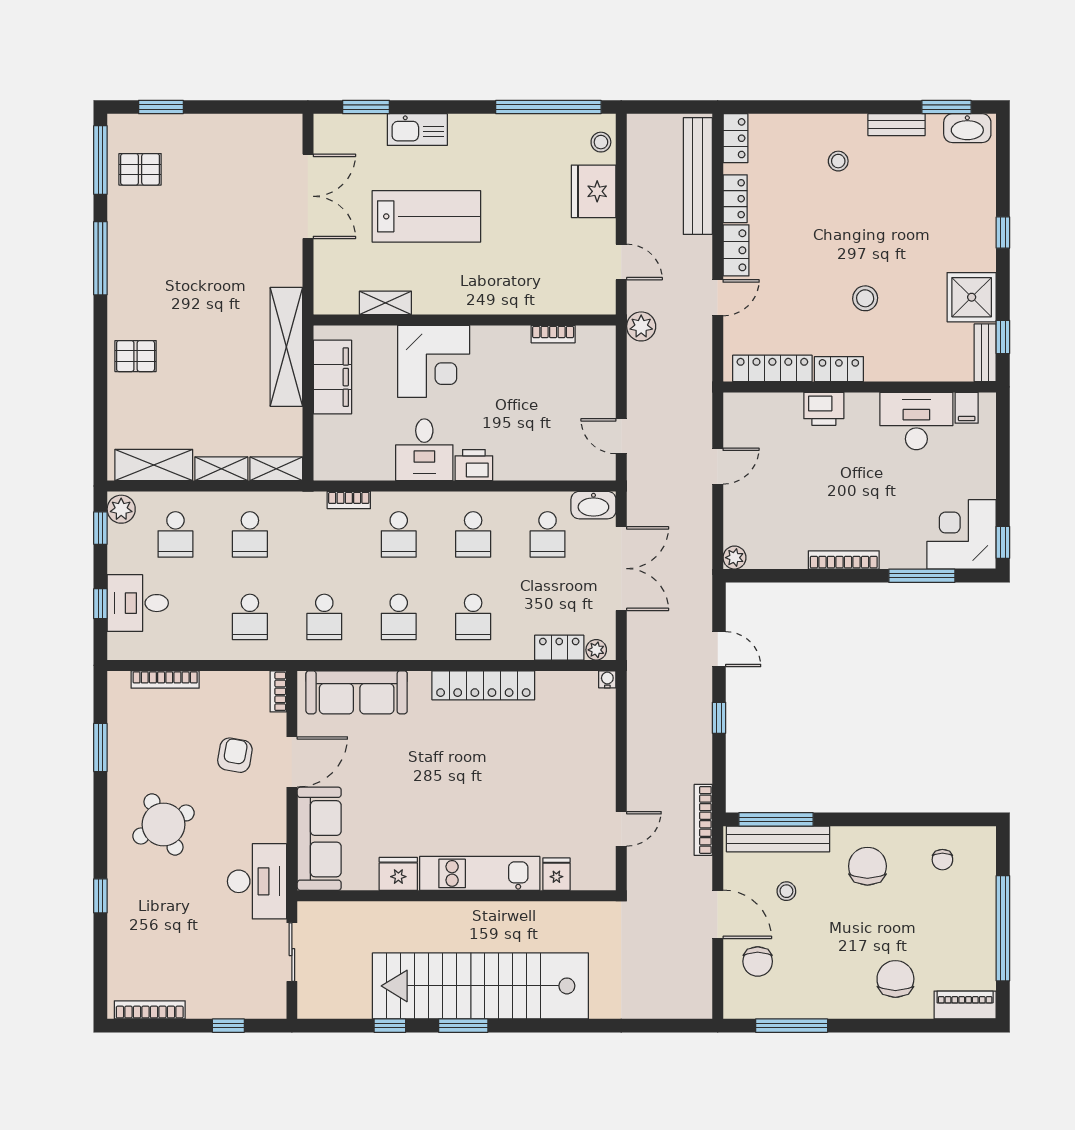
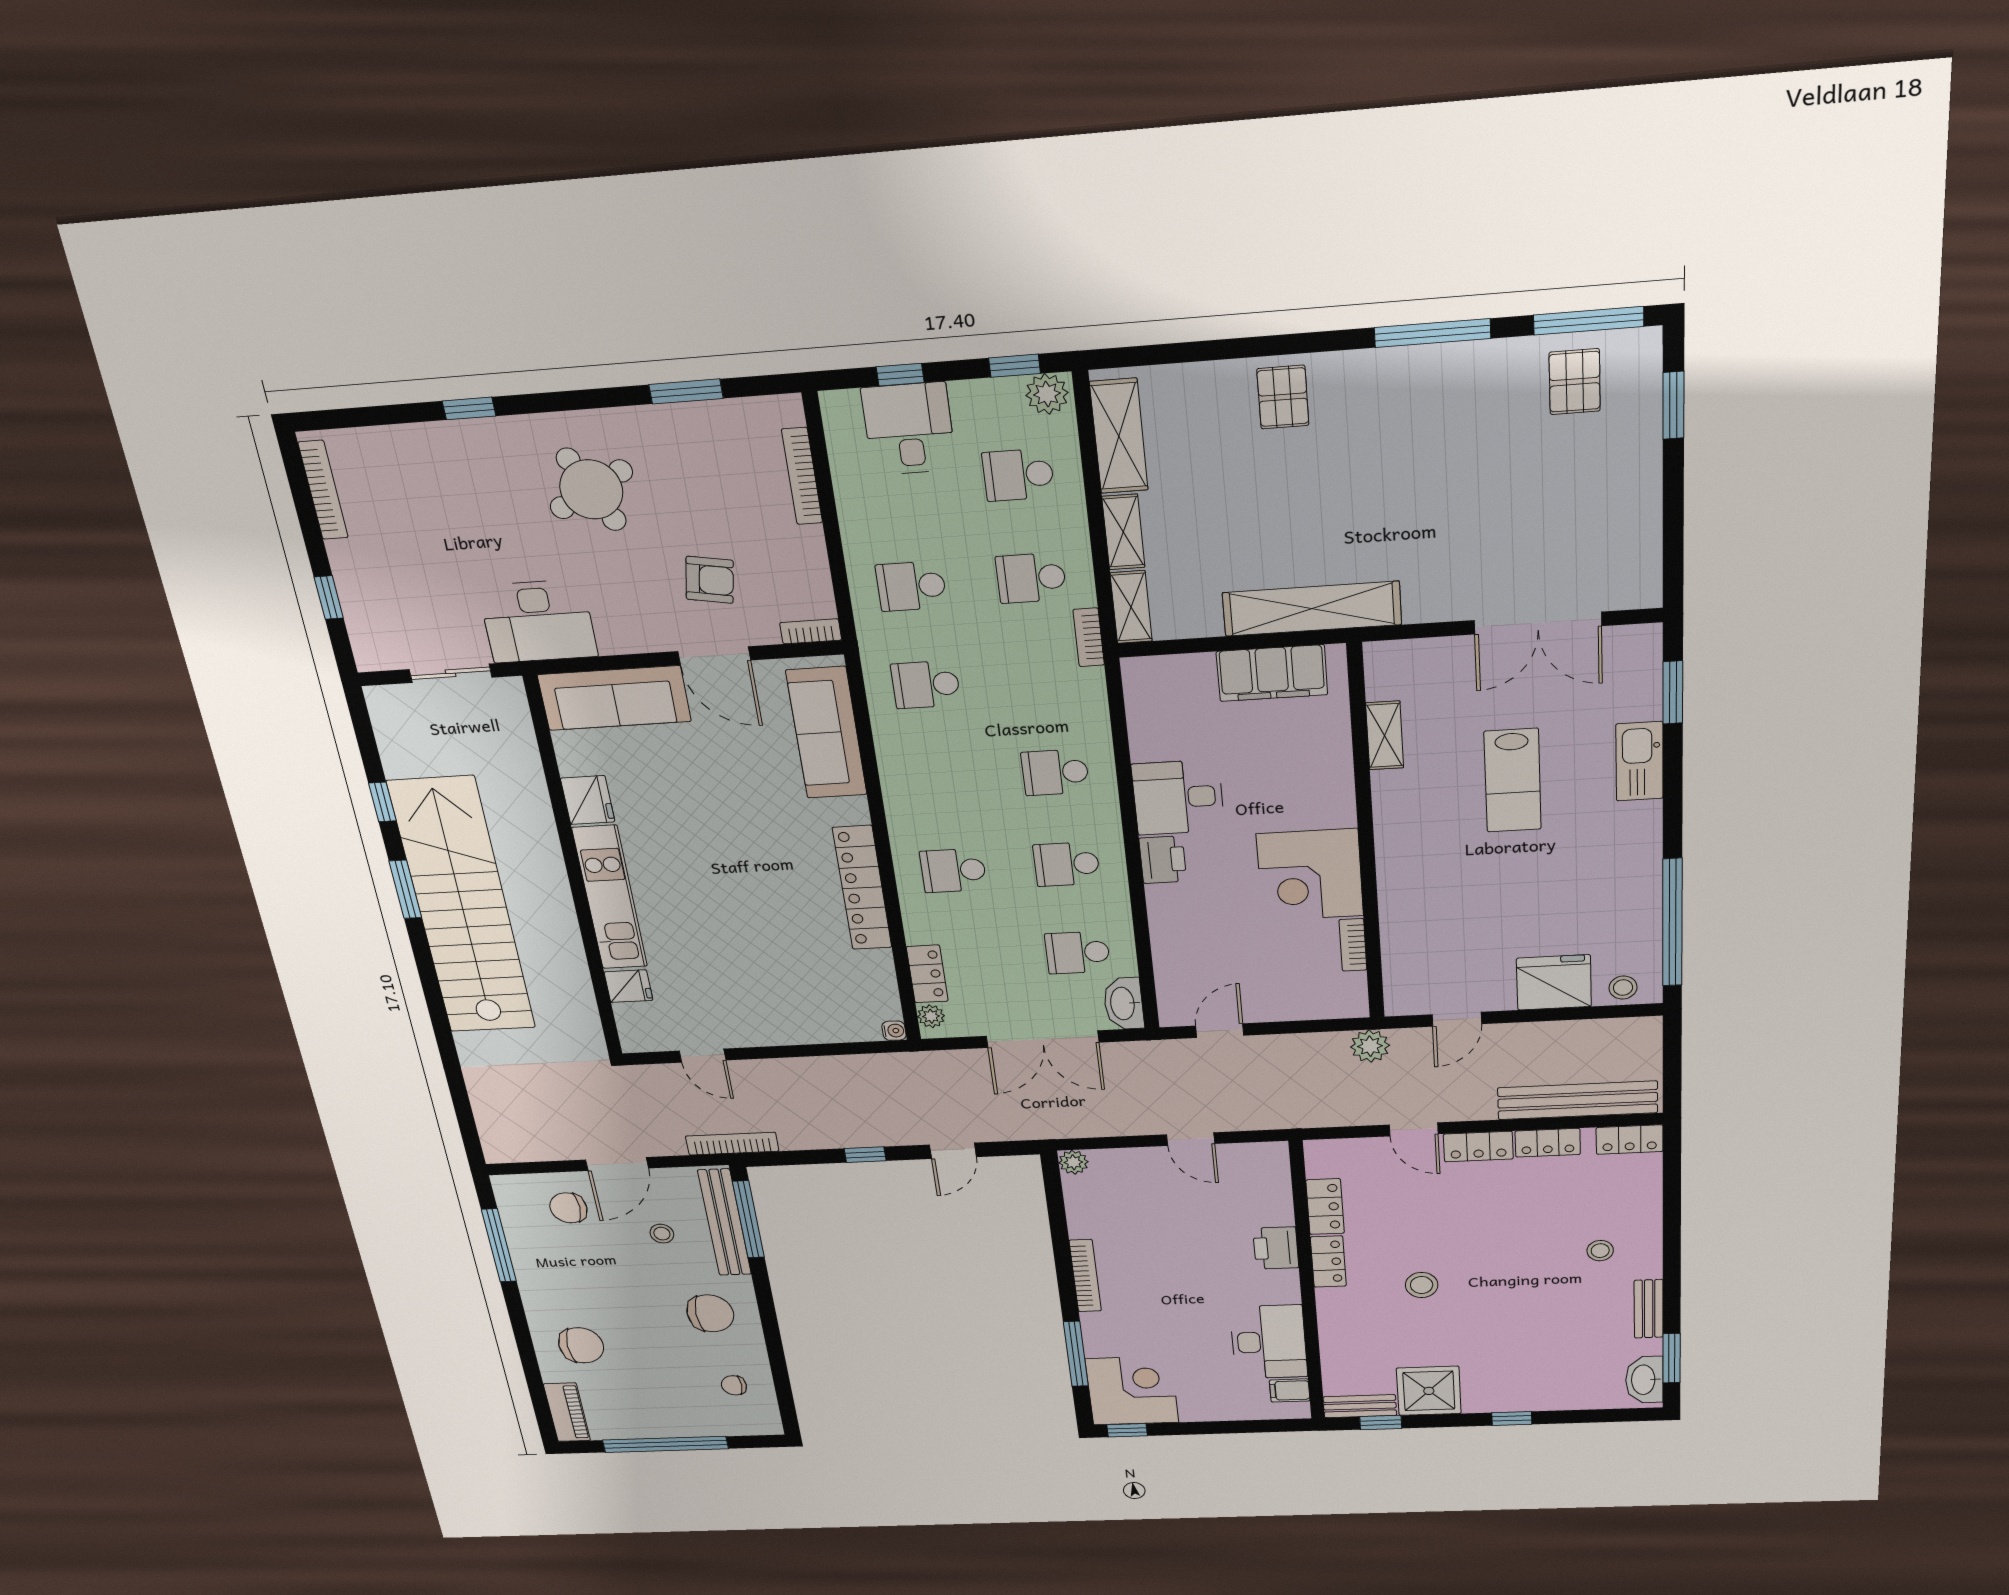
lab bench: (426, 216) -> (1513, 780), width x0.73, depth x0.72
corner desk: (434, 361) -> (1310, 875), moved
locker: (772, 368) -> (1325, 1207), width x0.66
bookcase: (349, 500) -> (1089, 637), moved
school desk: (399, 617) -> (940, 779), removed

